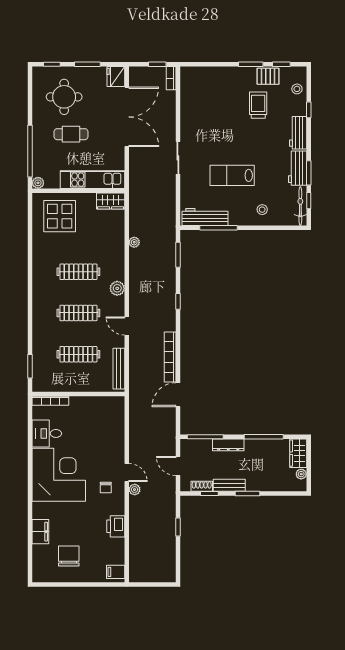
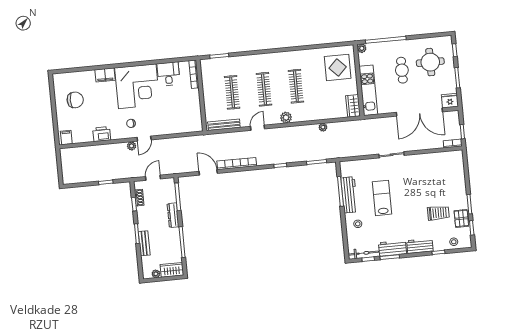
workbench: (205, 217) -> (349, 195), moved
bench: (229, 485) -> (144, 243), moved
filing cabinet: (40, 532) -> (105, 75), moved

